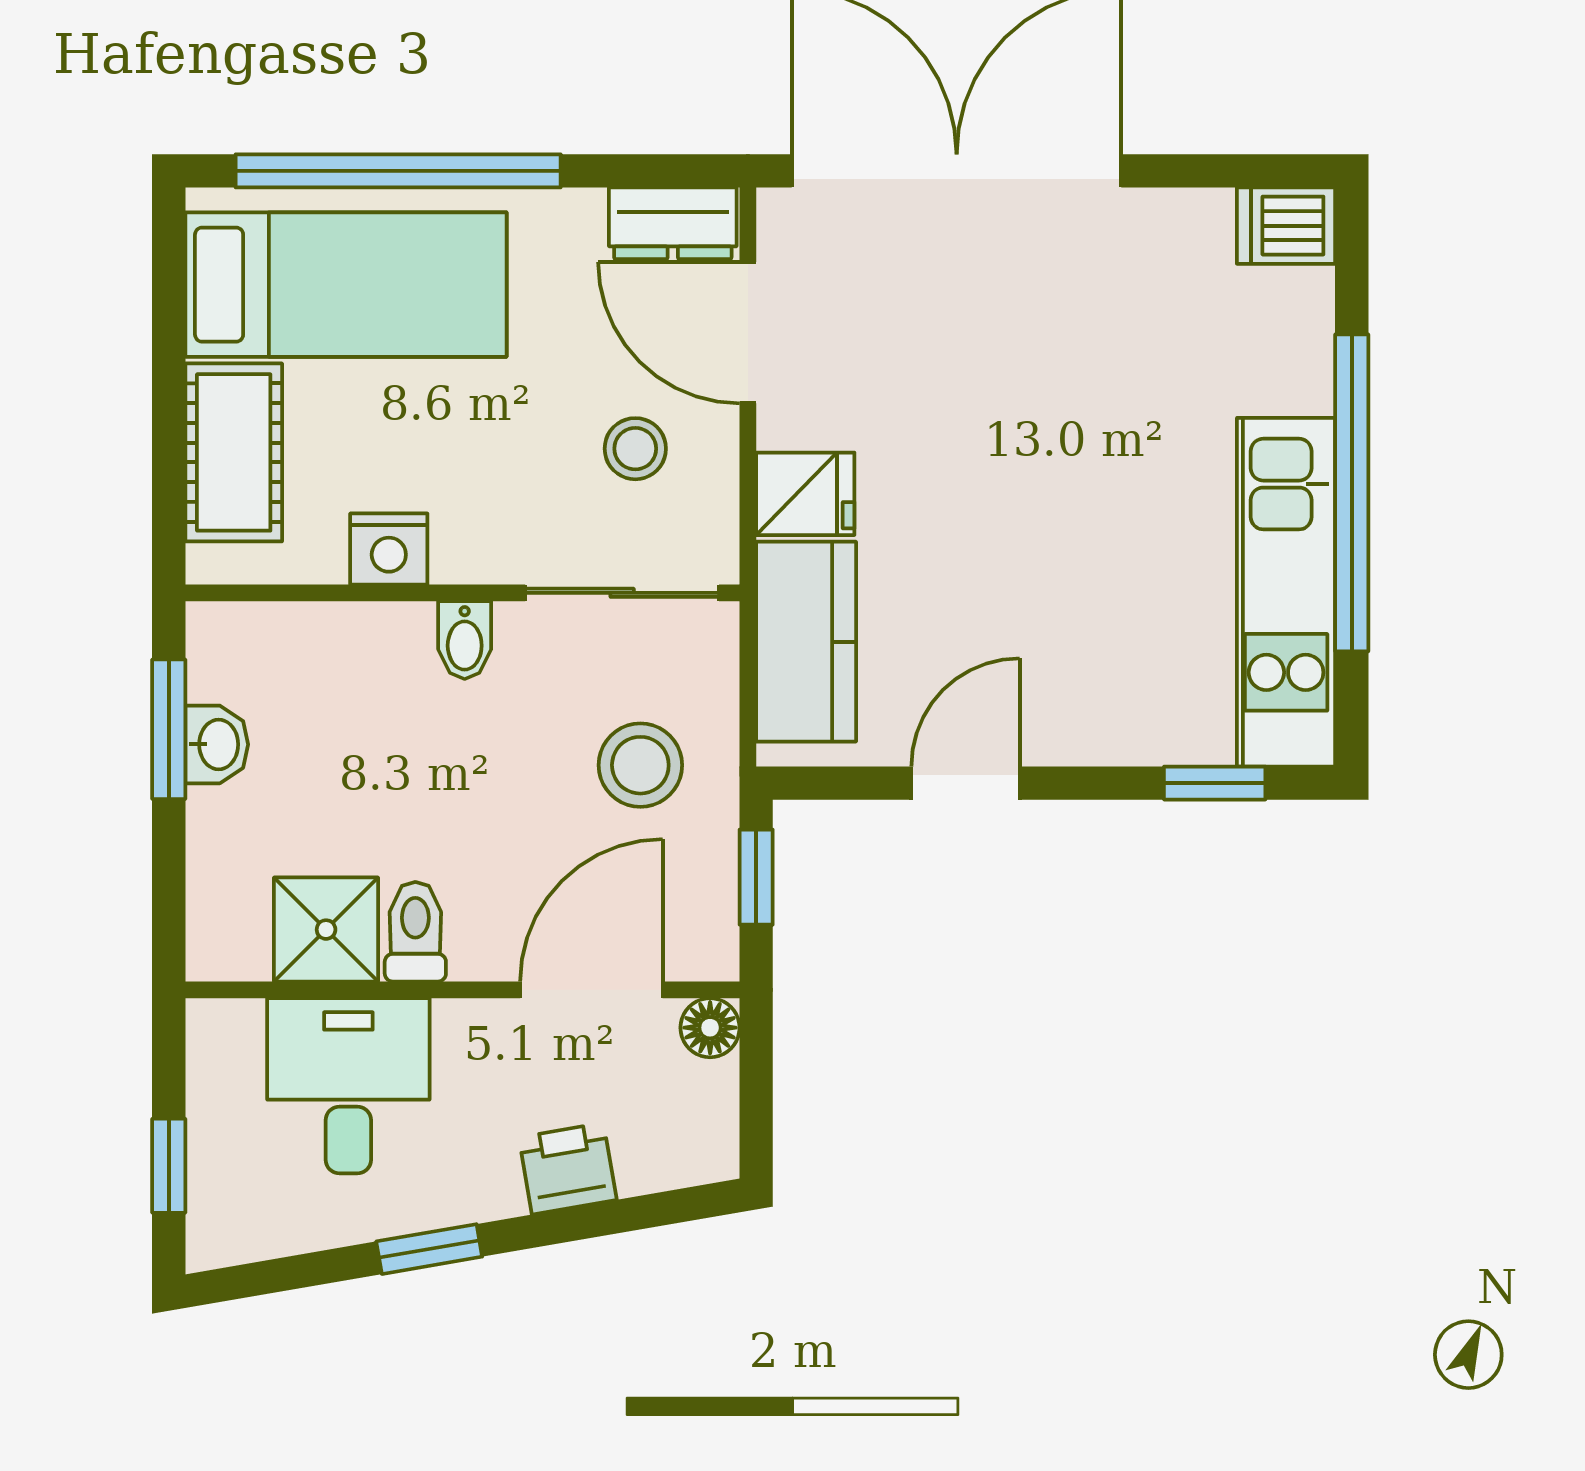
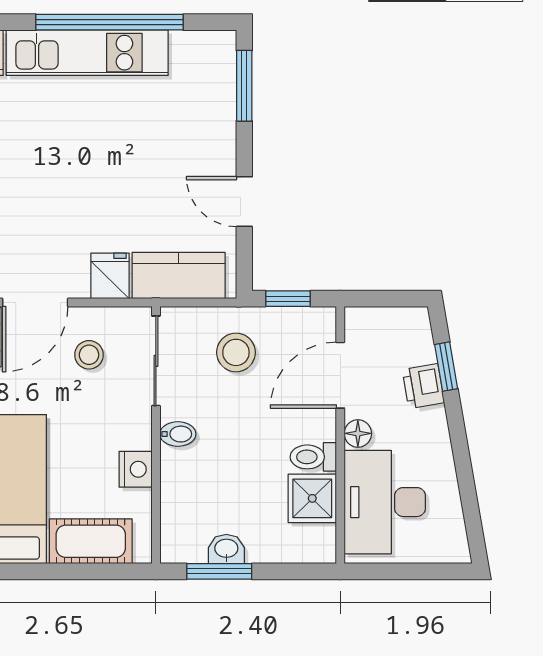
kitchen unit: (1286, 592) -> (87, 53), moved
window: (1215, 783) -> (244, 86), width x1.50
door: (591, 990) -> (340, 375), hinge flipped
floor lamp: (710, 1028) -> (358, 433), moved
desk: (348, 1086) -> (385, 502), width x1.37
window: (169, 1166) -> (422, 571), removed
window: (429, 1249) -> (446, 367), moved

